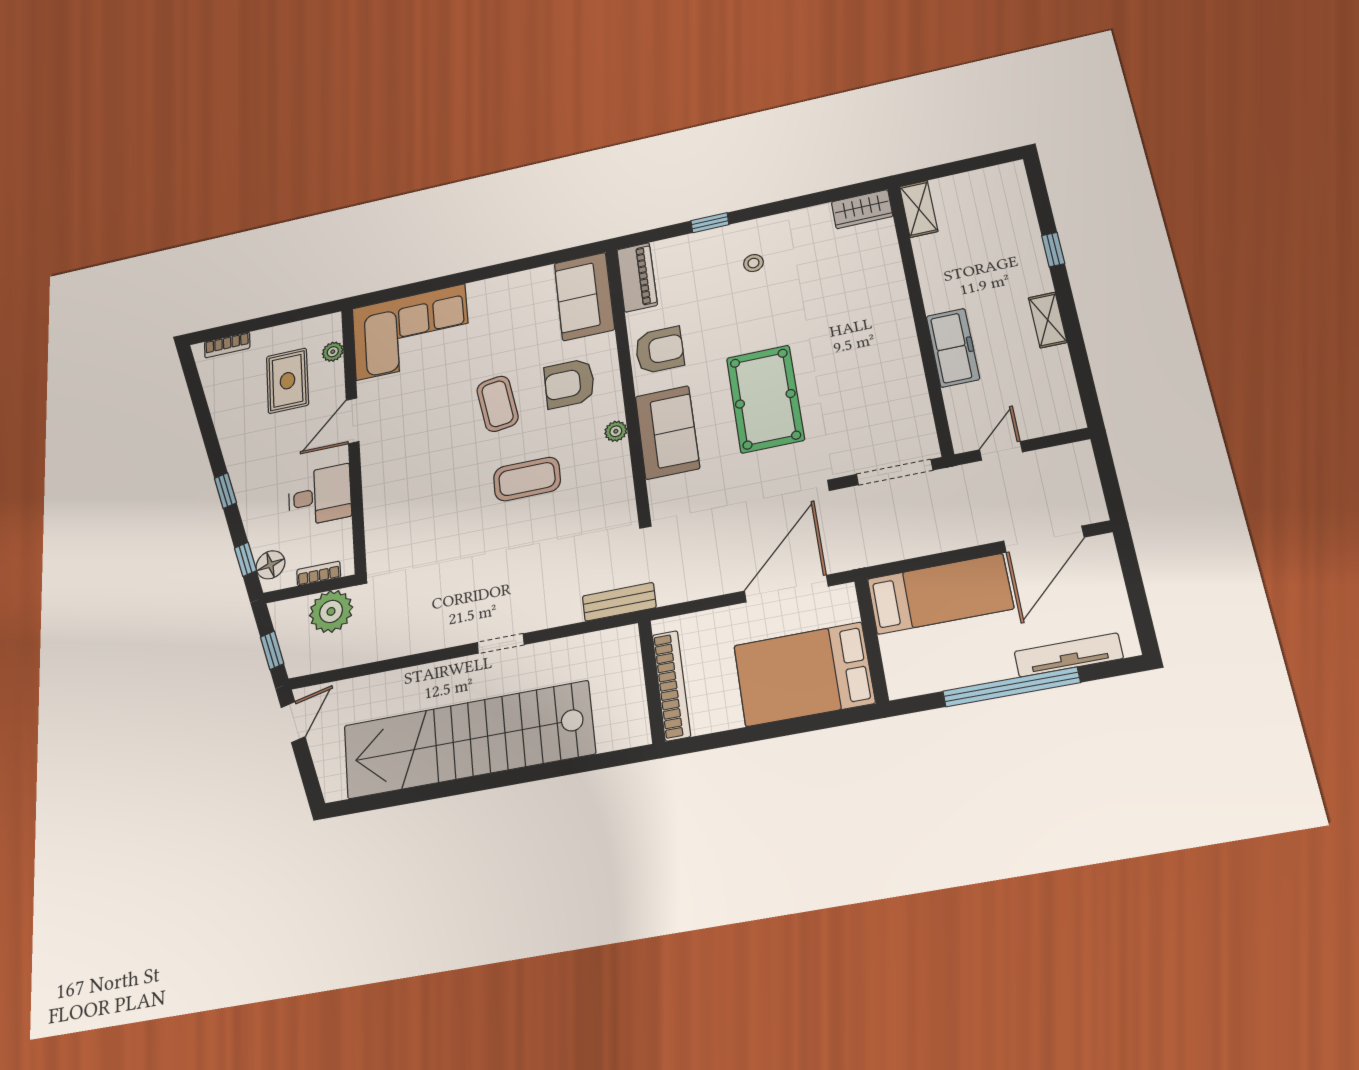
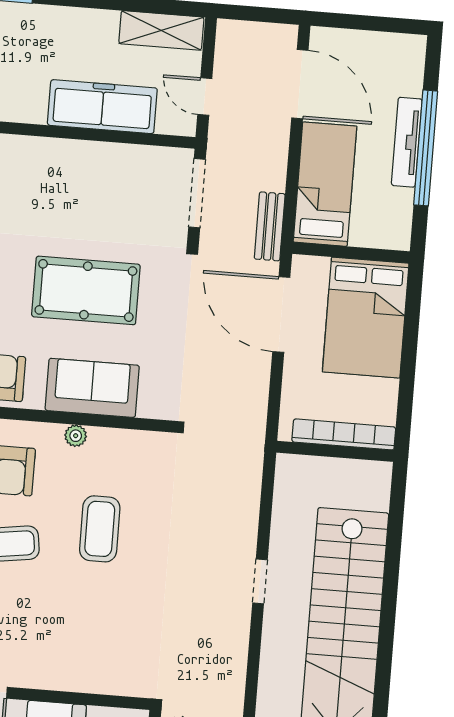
shelving: (1048, 320) -> (161, 30), moved, width x1.50, depth x1.33
freezer: (953, 348) -> (102, 107), width x1.36, depth x1.26
bench: (619, 602) -> (270, 226), moved
tv unit: (1069, 655) -> (407, 142), moved

